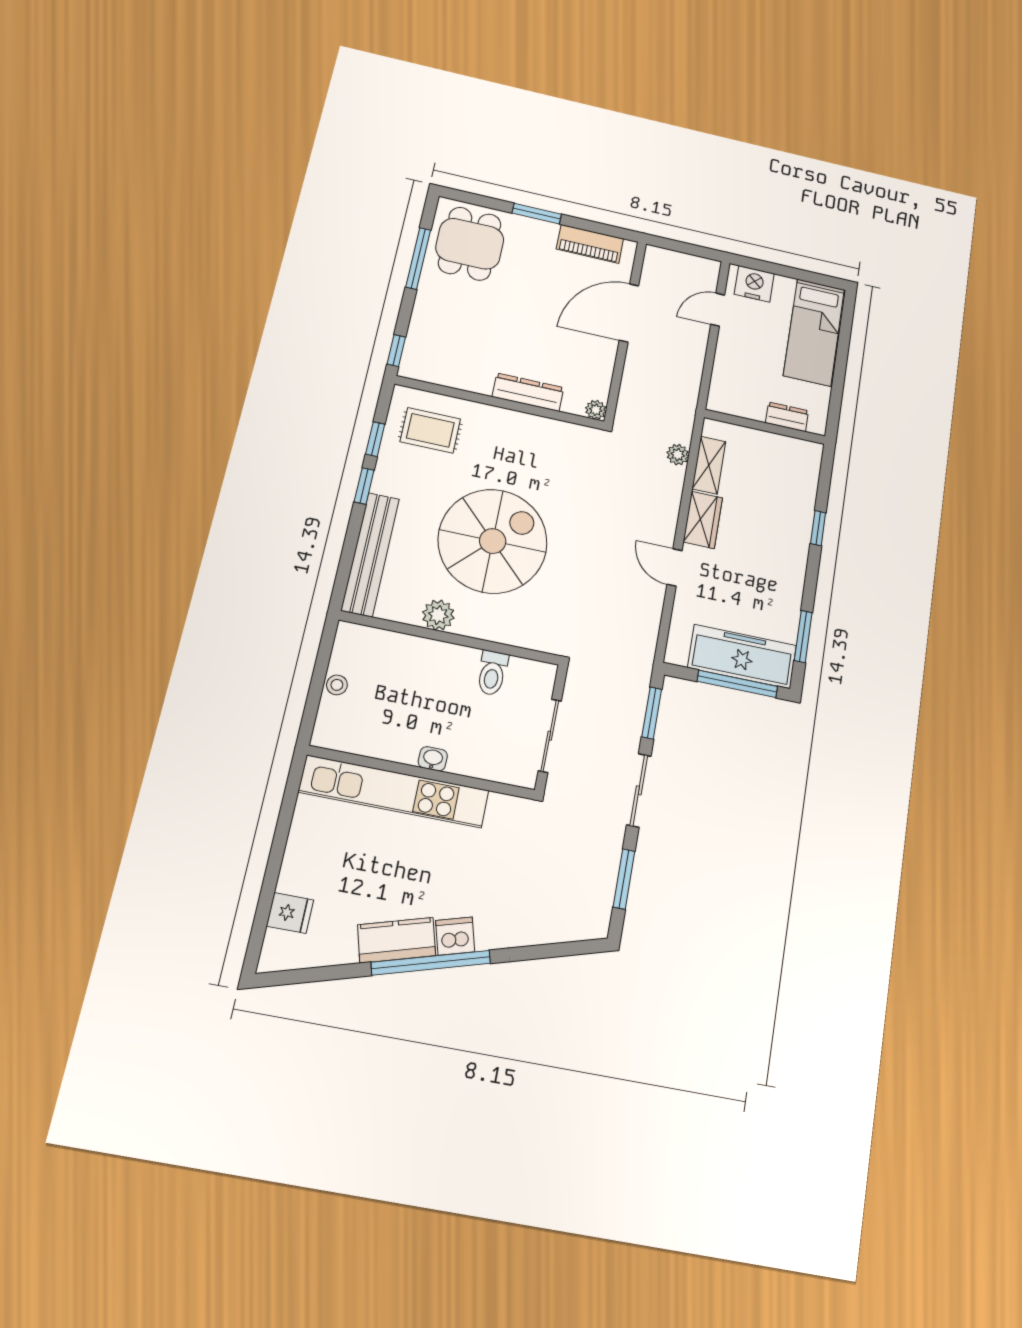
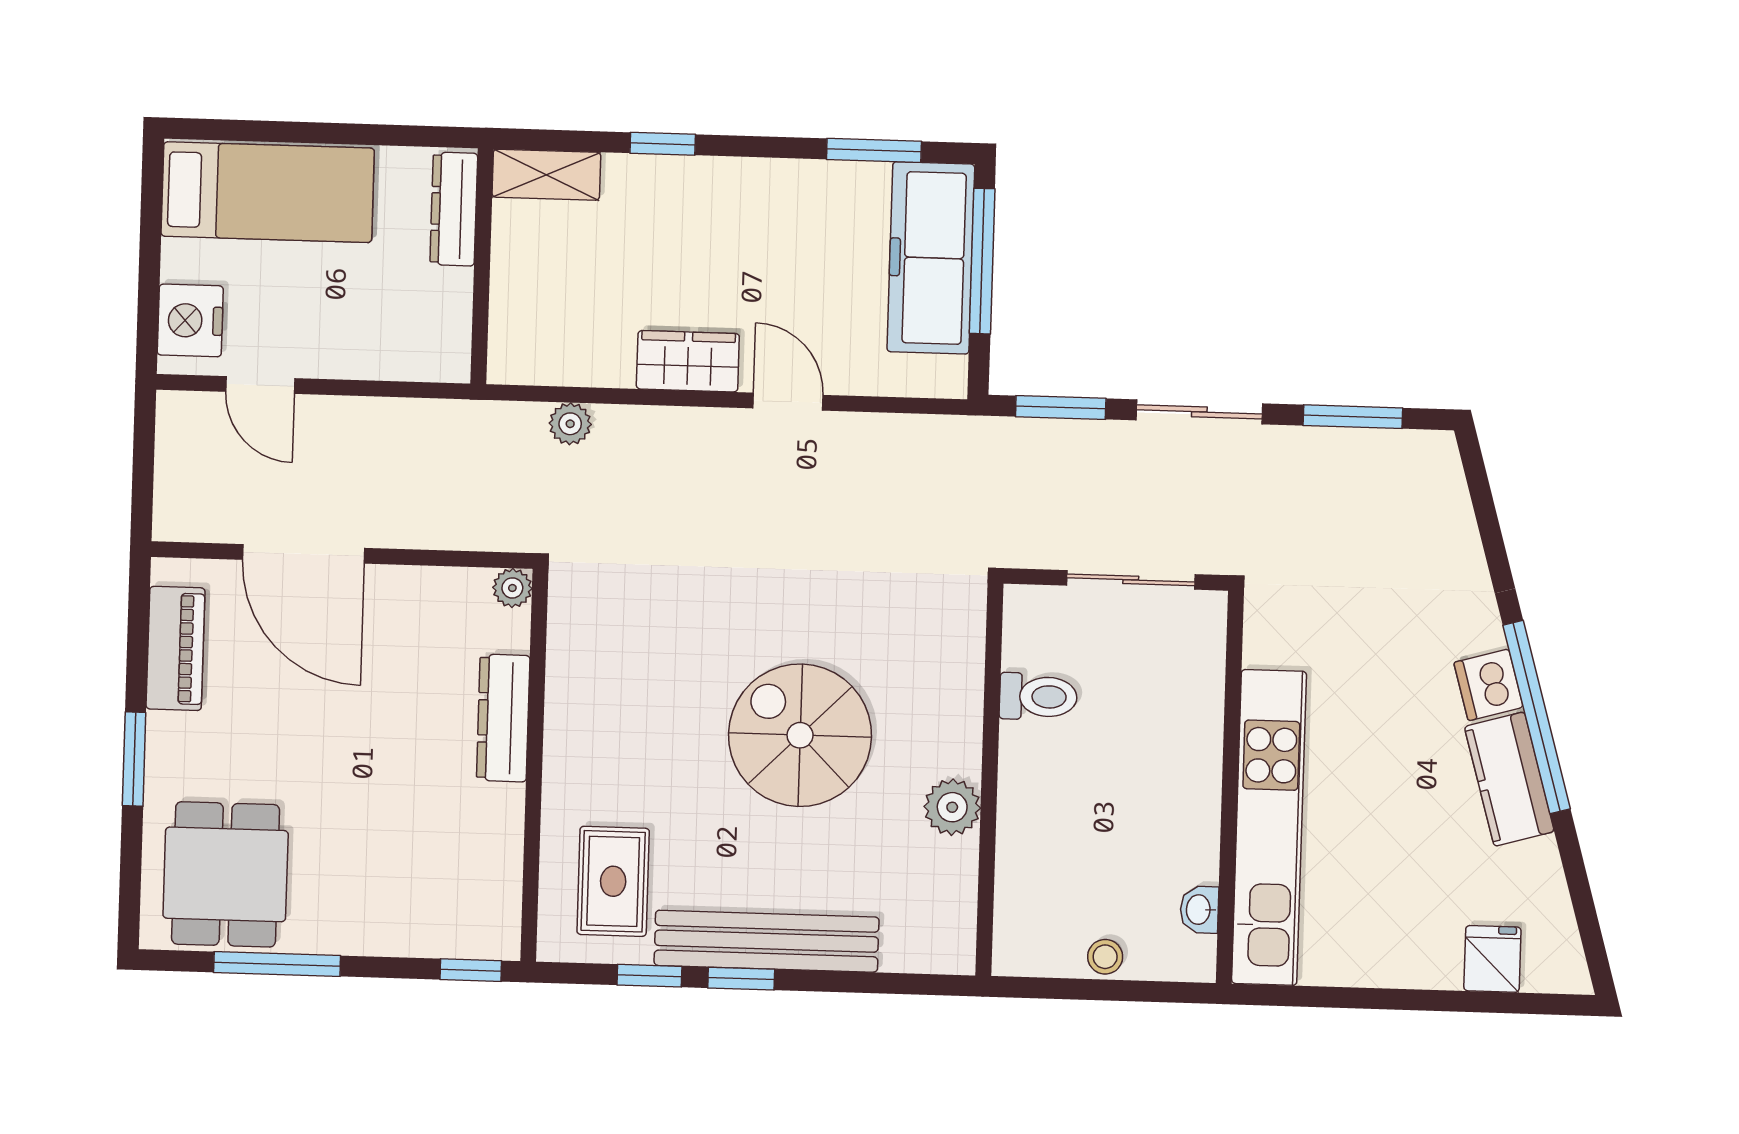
dining table: (470, 244) -> (226, 874), turned 90
dresser: (787, 417) -> (454, 209), width x1.44
shelving: (709, 465) -> (546, 175), moved
spiral stairs: (493, 541) -> (800, 735), width x0.73, depth x0.73
bench: (370, 554) -> (767, 941), moved
door: (675, 567) -> (788, 402), swing flipped
washbasin: (433, 759) -> (1199, 910), moved

